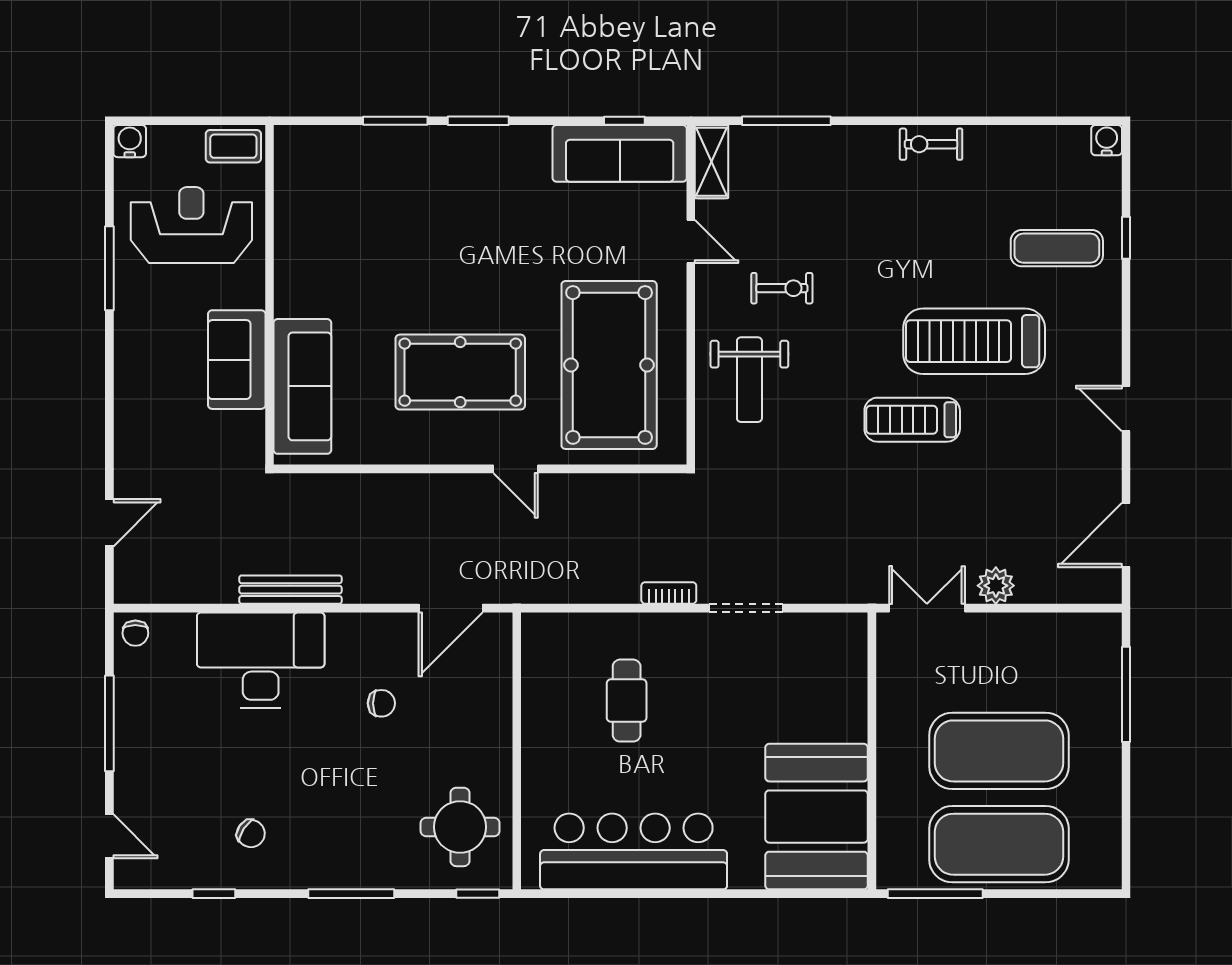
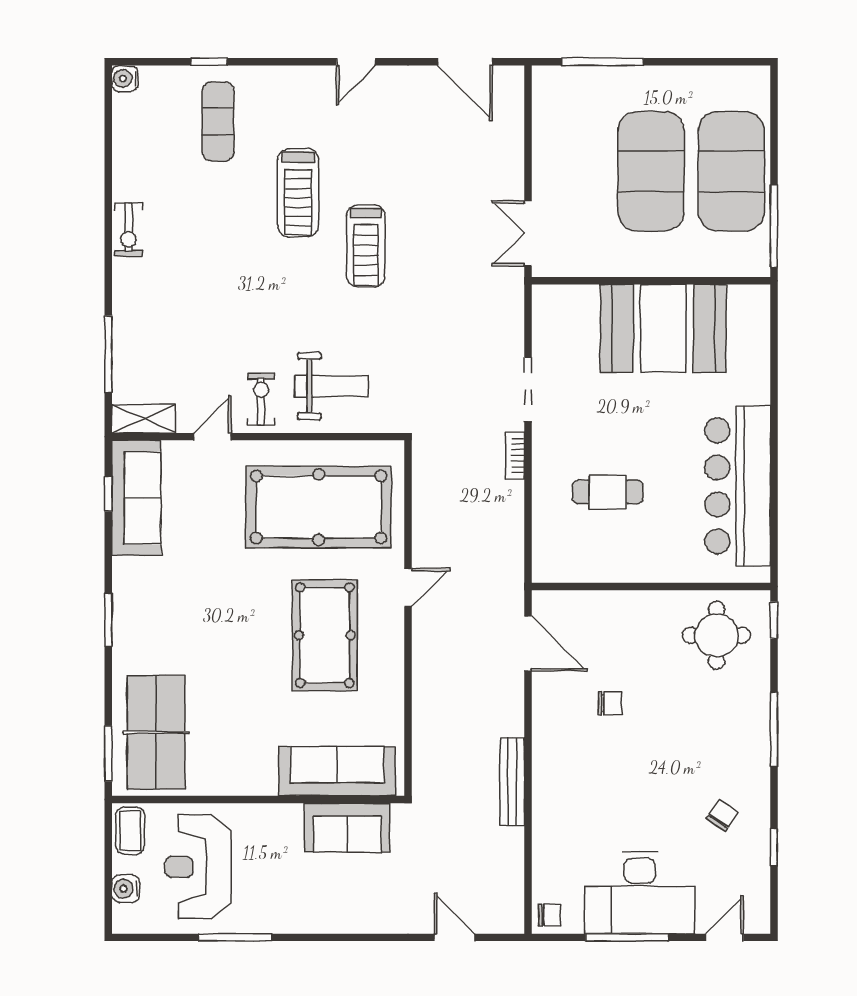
window: (395, 121) -> (108, 753), moved
water cooler: (130, 141) -> (126, 889), moved
table tennis table: (347, 176) -> (156, 732), added
exercise bike: (782, 288) -> (261, 399), moved
treadmill: (974, 341) -> (298, 193), width x0.73, depth x0.73
sofa: (237, 360) -> (347, 828), moved
plant: (996, 586) -> (509, 174), removed
desk: (261, 660) -> (640, 893), moved, turned -90
chair: (381, 703) -> (610, 703), turned 90
booth: (817, 817) -> (663, 328), moved

